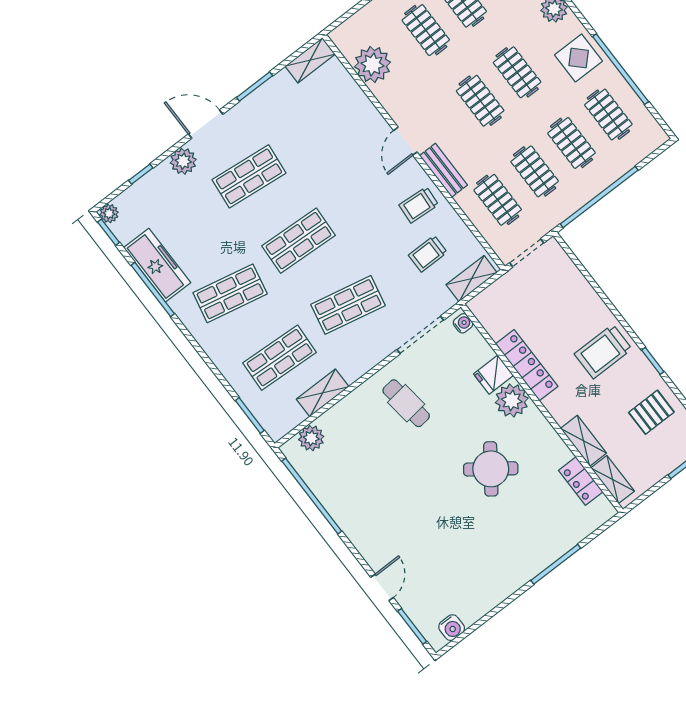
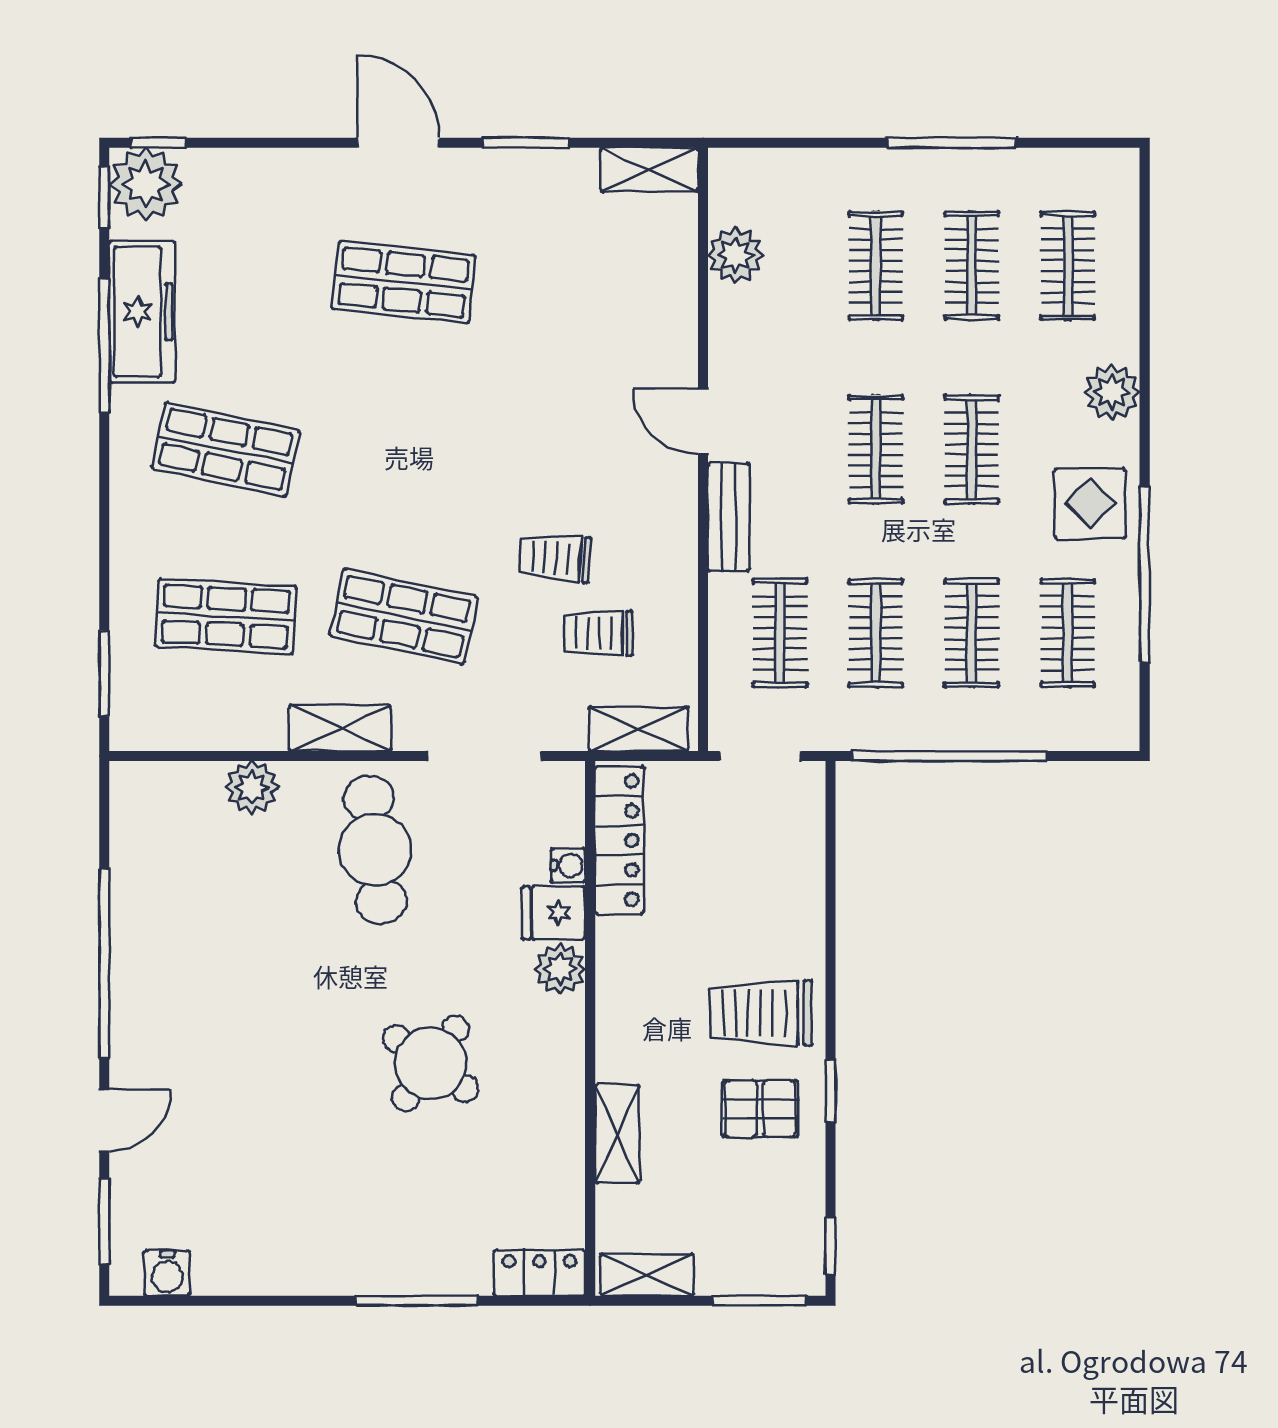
plant: (372, 65) -> (736, 255), width x0.73, depth x0.73
door: (405, 141) -> (703, 422), hinge flipped
plant: (183, 161) -> (315, 175), removed
window: (141, 174) -> (159, 143), moved
trolley: (419, 205) -> (555, 558), moved
plant: (109, 213) -> (146, 184), width x1.88, depth x1.88
shop shelf: (298, 241) -> (404, 449), removed
water cooler: (463, 323) -> (568, 865), moved
locker: (527, 365) -> (620, 840), moved
shelving: (323, 393) -> (340, 728), moved
plant: (512, 400) -> (560, 969), width x0.73, depth x0.73
cafe table: (406, 403) -> (375, 850), width x1.37, depth x1.35
pallet: (651, 412) -> (760, 1109), moved
plant: (311, 438) -> (252, 787), moved
shelving: (613, 480) -> (647, 1275), moved, turned 90
locker: (581, 481) -> (540, 1273), moved, turned 90
window: (312, 496) -> (104, 964), moved

